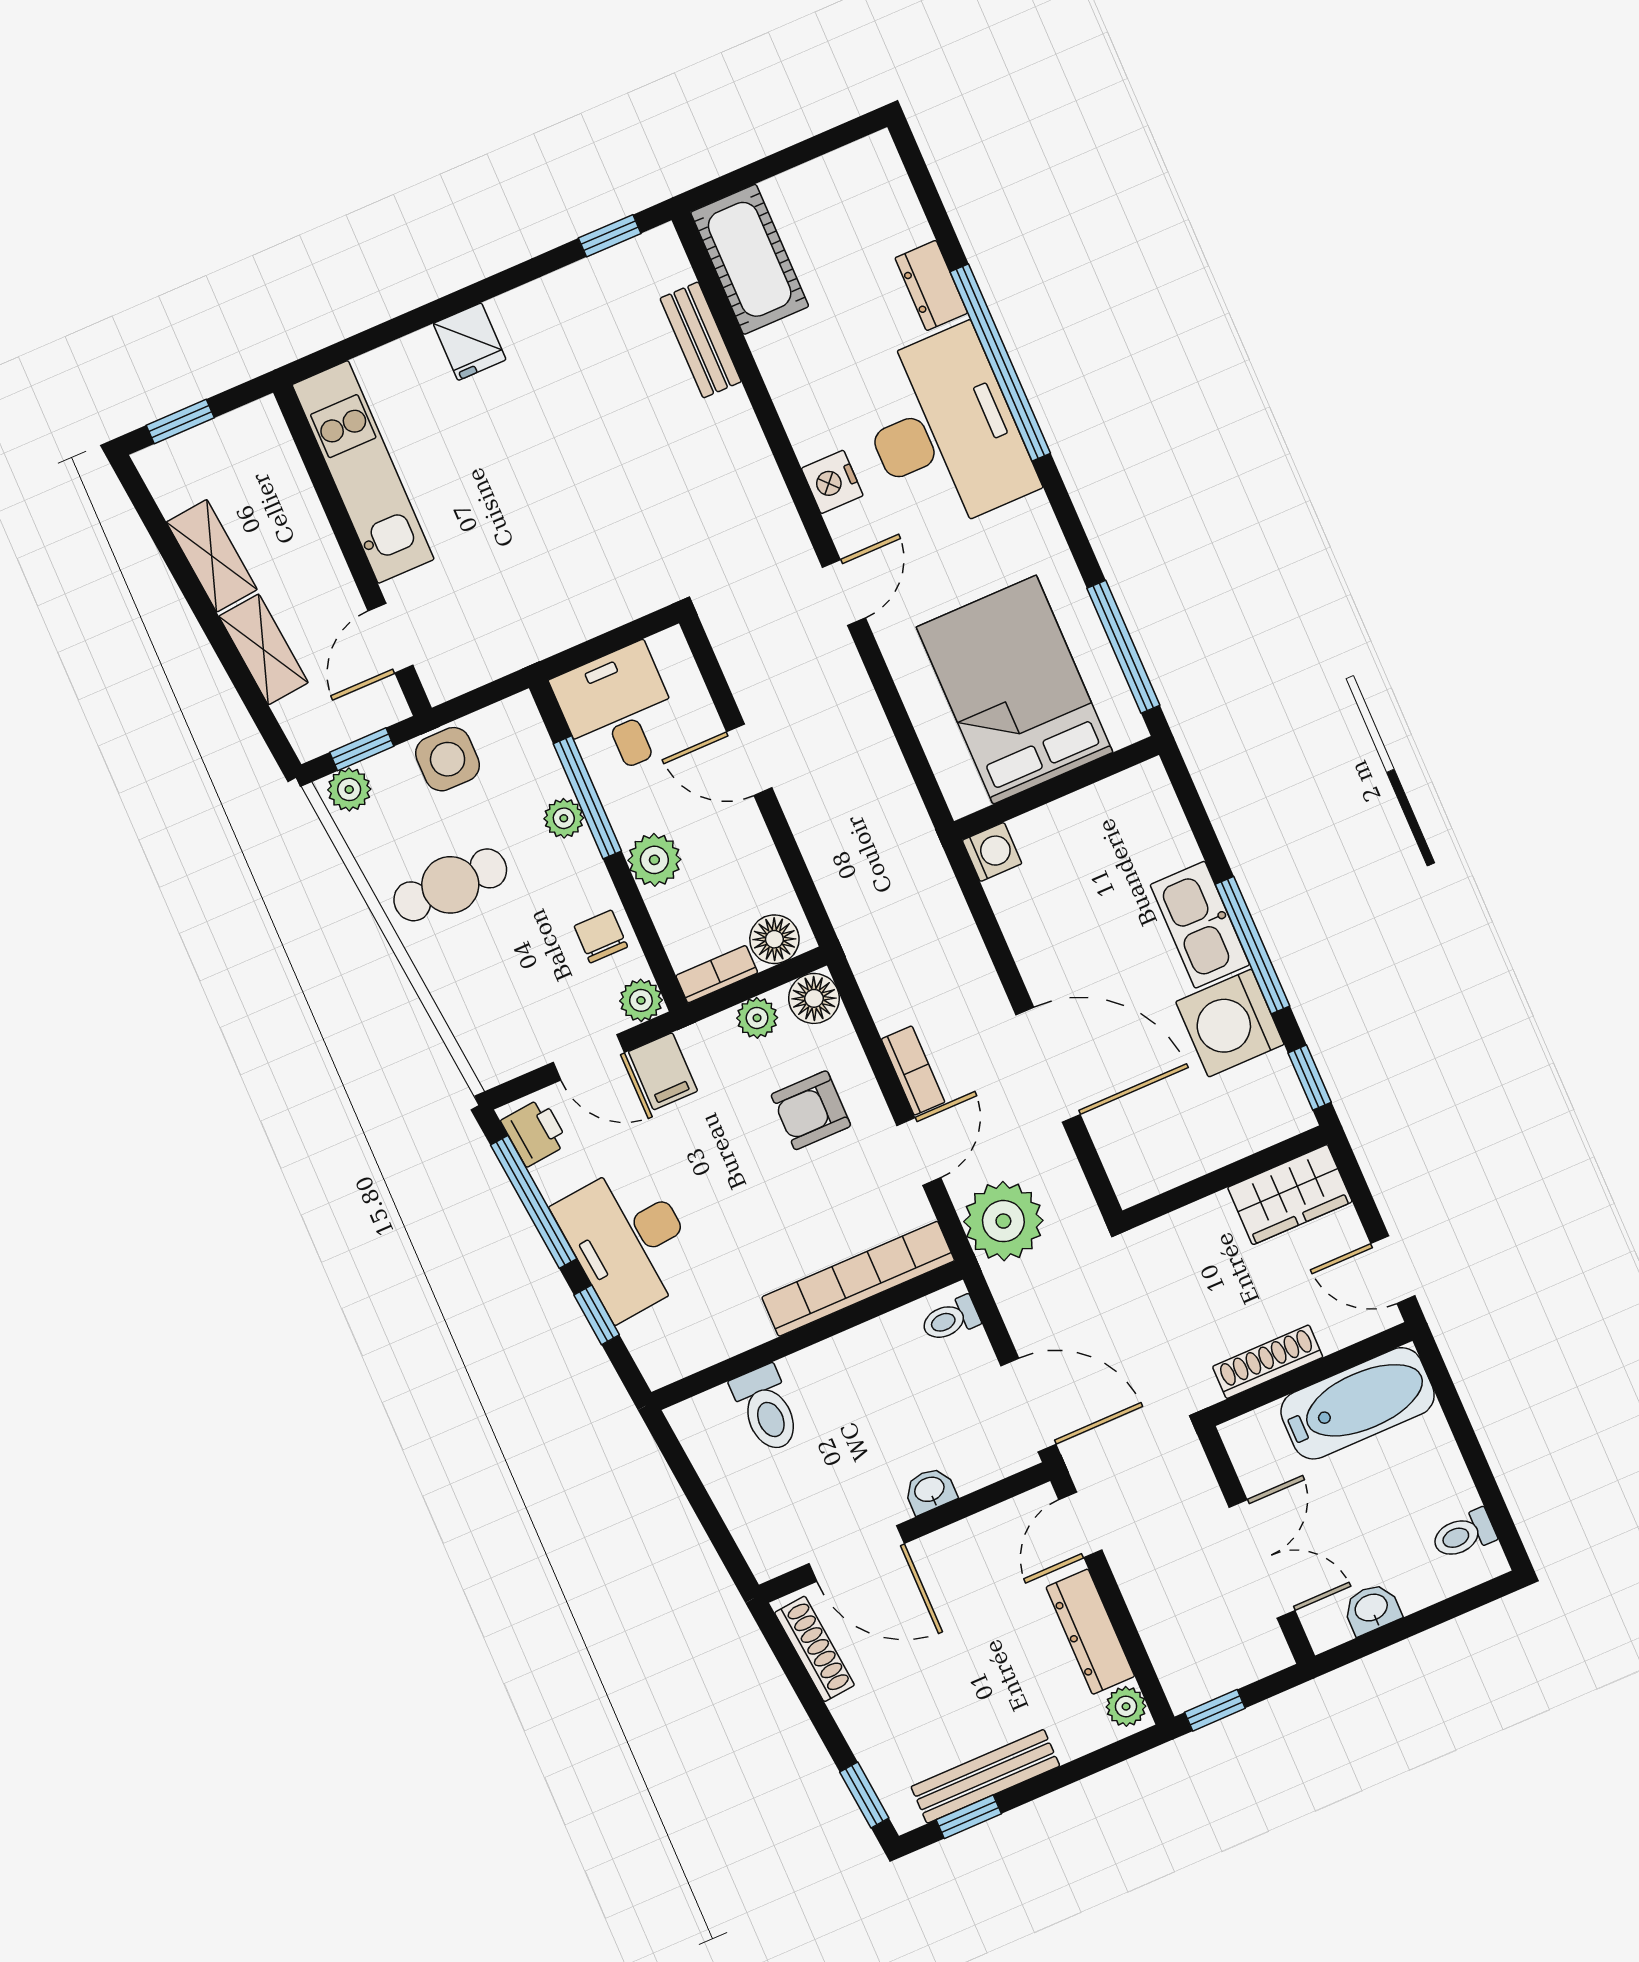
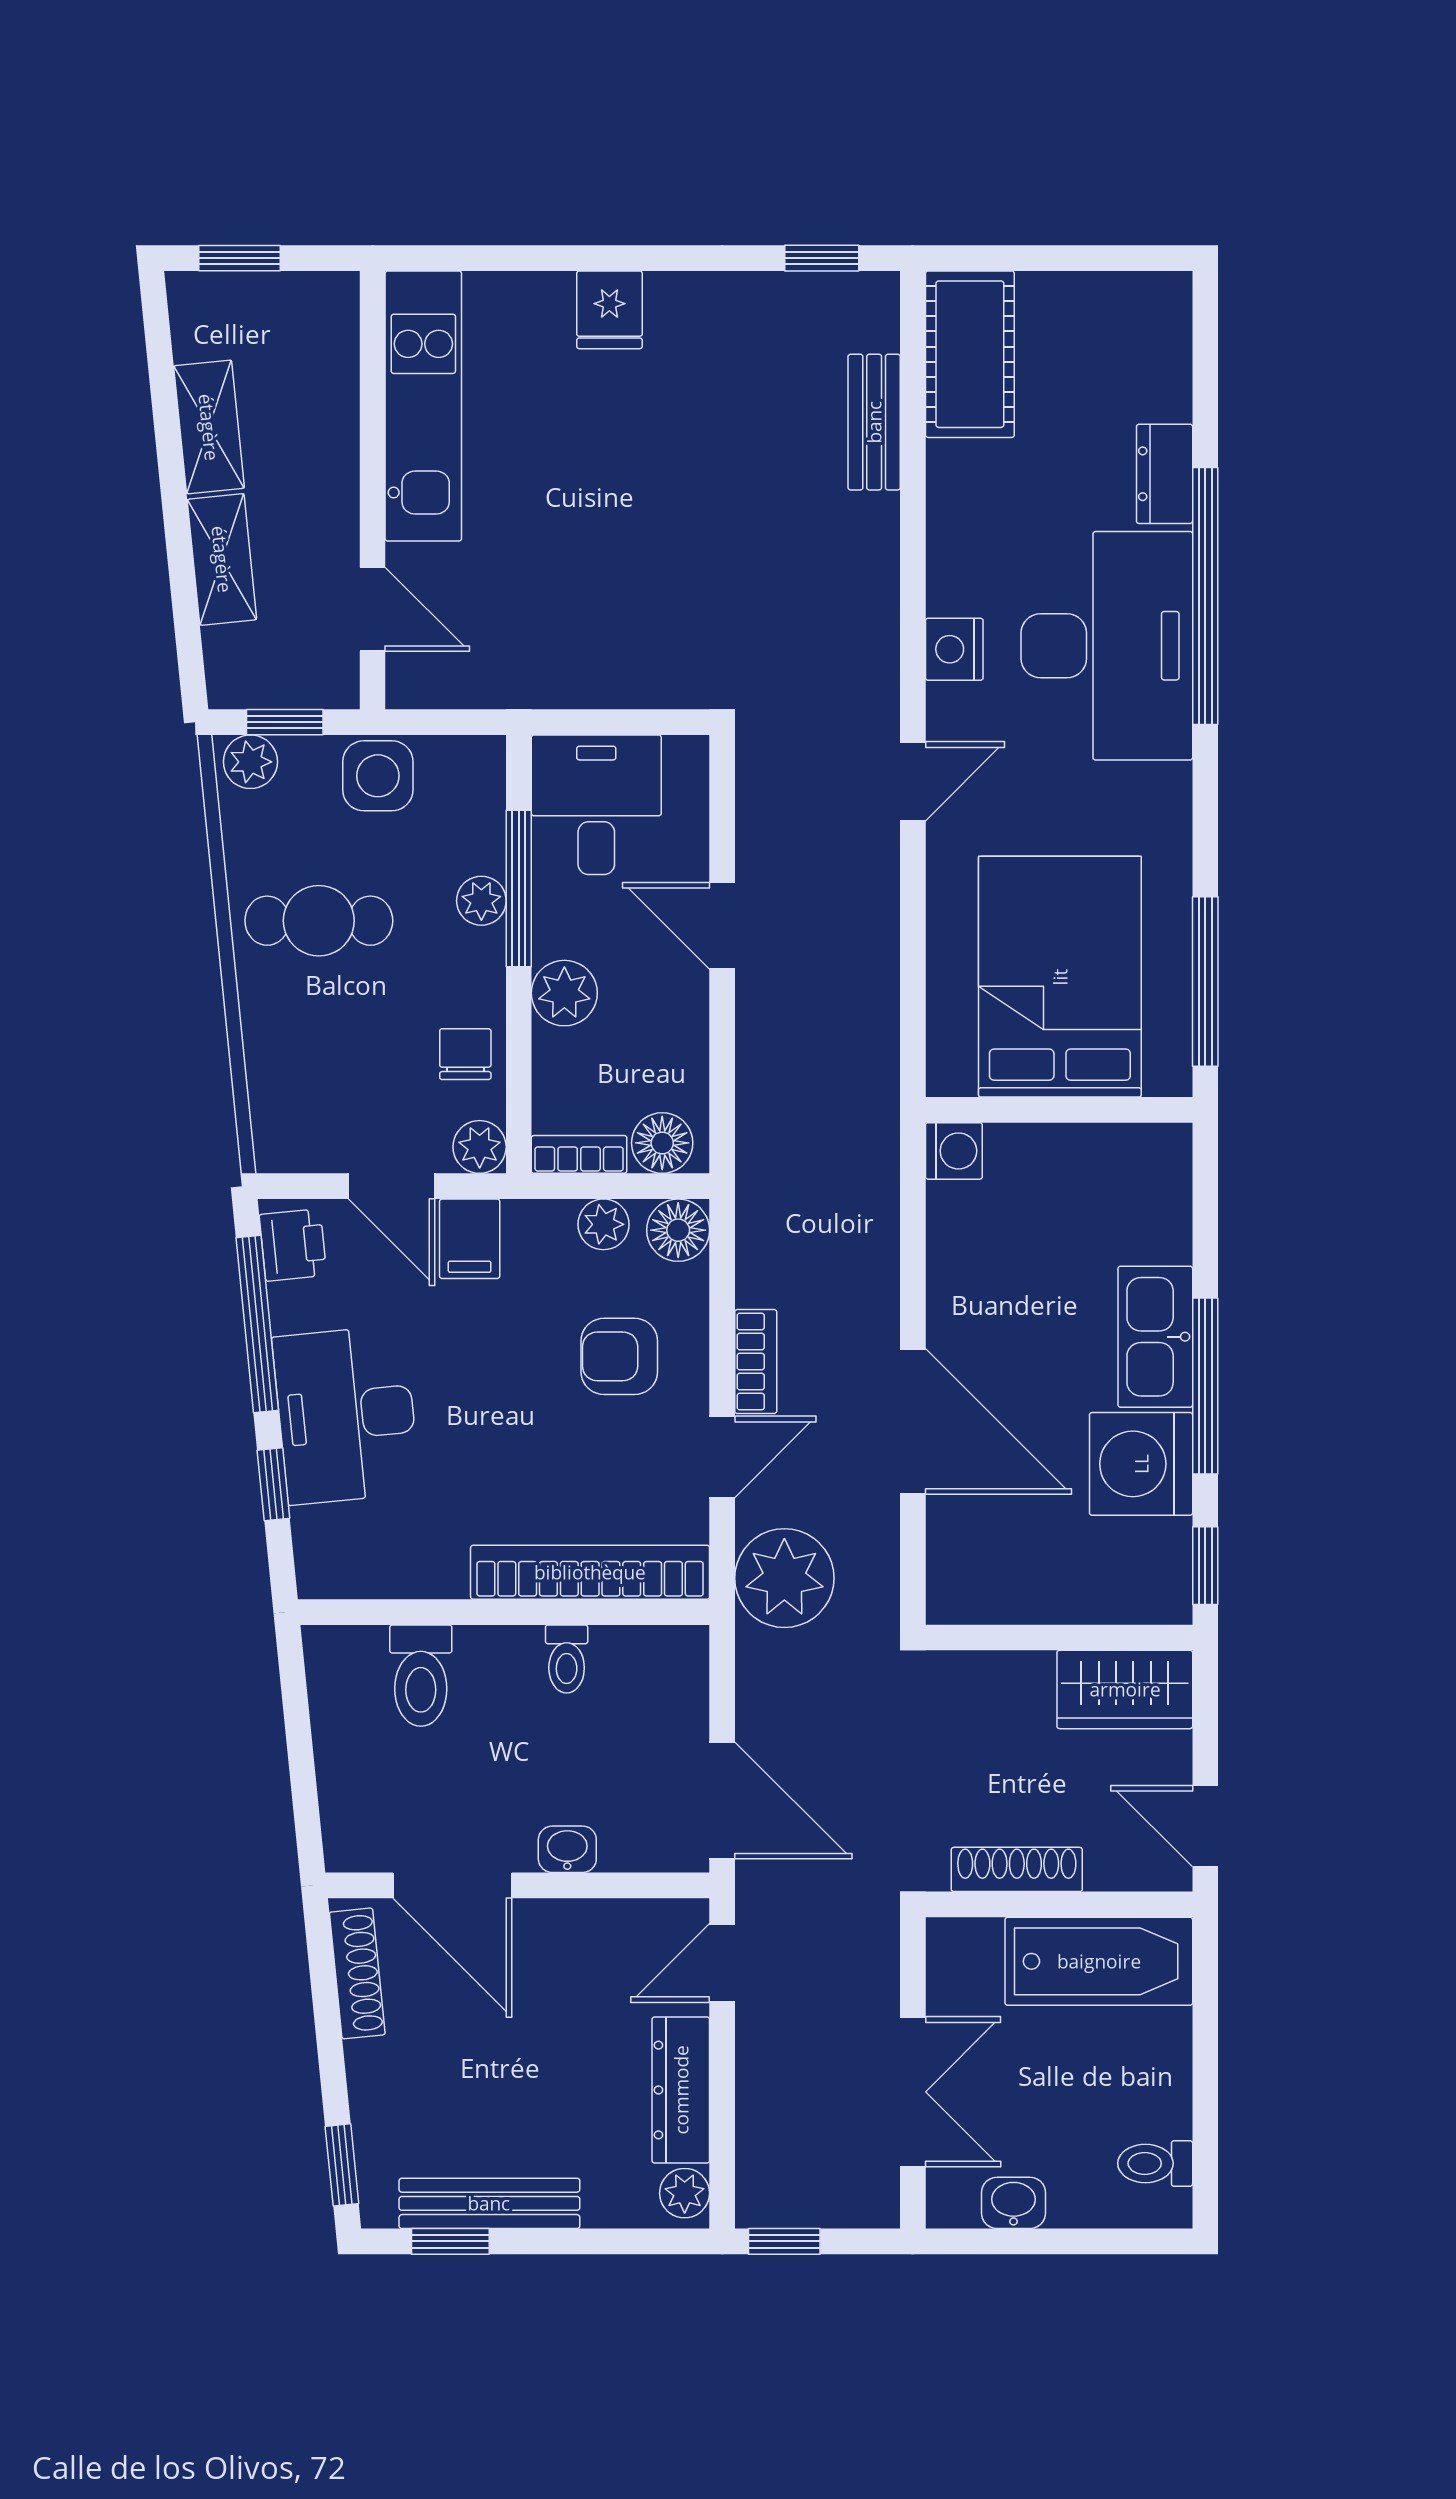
door: (391, 638) -> (373, 609), swing flipped
toilet: (950, 1319) -> (567, 1659), moved, turned -90

